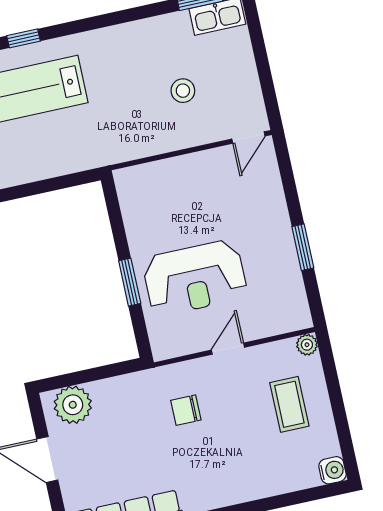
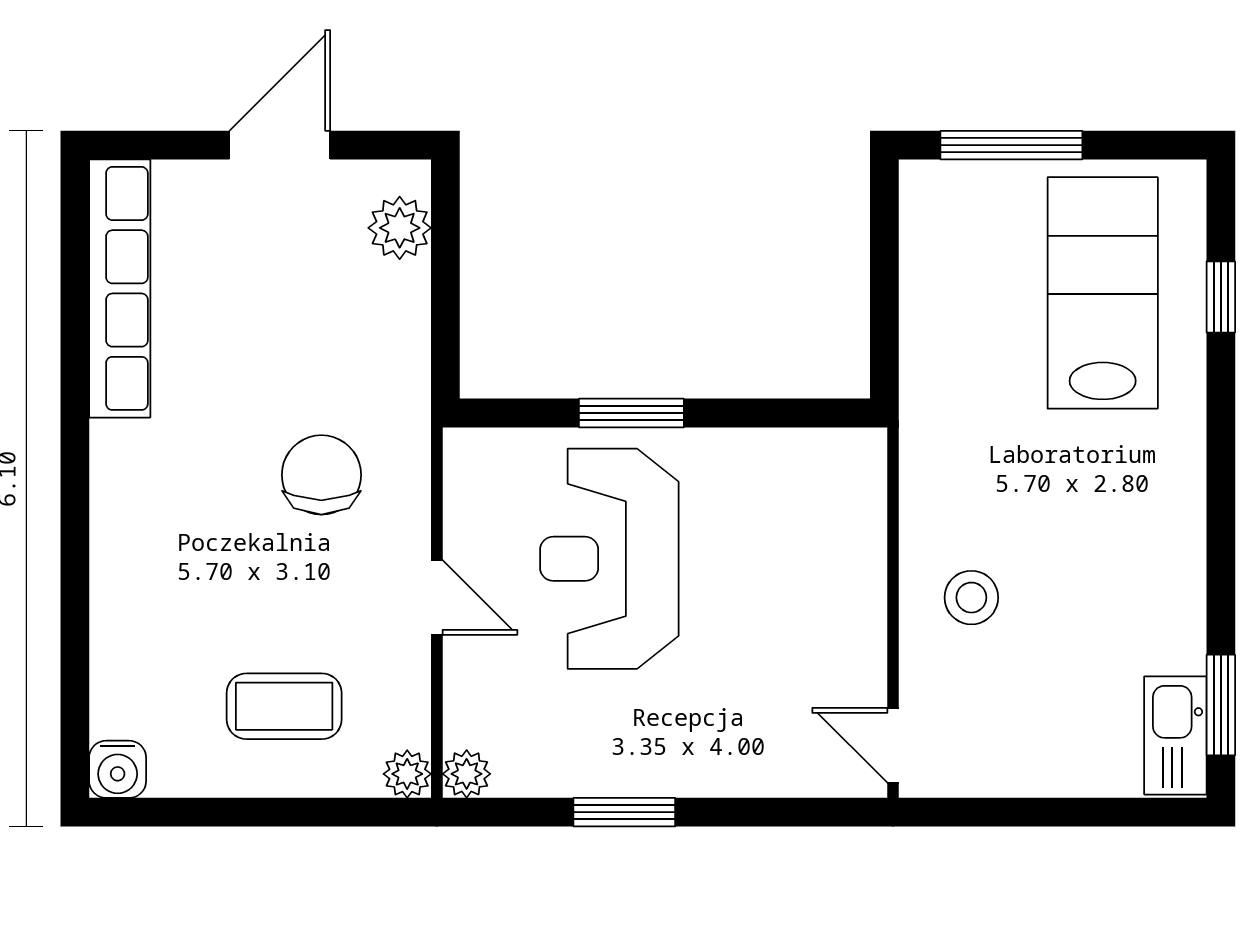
stool: (183, 91) -> (971, 598), moved
plant: (301, 319) -> (467, 774), added
plant: (73, 405) -> (400, 228), width x0.73, depth x0.73
chair: (186, 410) -> (321, 475), width x1.37, depth x1.37

